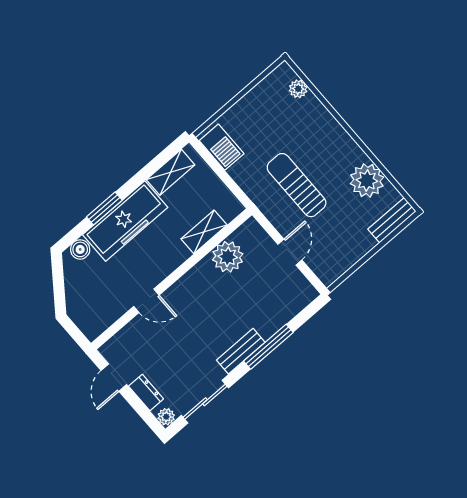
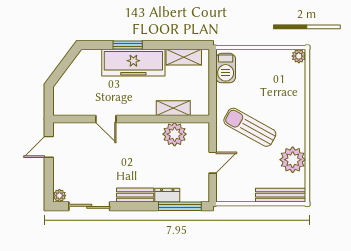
plant: (298, 89) -> (299, 56), moved
sun lounger: (297, 185) -> (250, 127), turned -61
bench: (392, 220) -> (281, 195), width x1.36
boiler: (80, 249) -> (93, 56), removed
window: (268, 347) -> (180, 206), moved
dresser: (146, 392) -> (167, 195), moved, turned -90

